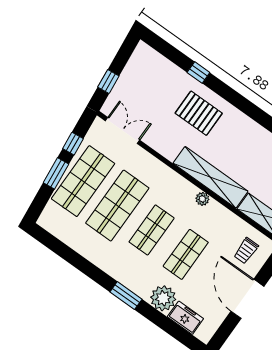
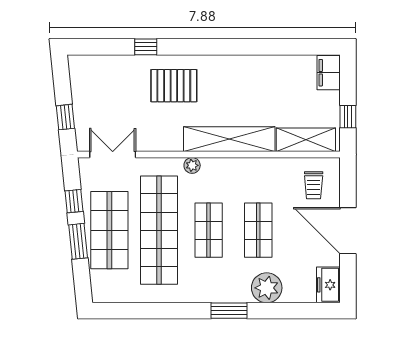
plant: (202, 199) -> (192, 165), moved
shop shelf: (117, 206) -> (159, 230), width x1.40
freezer: (185, 318) -> (328, 285), moved, turned -90

